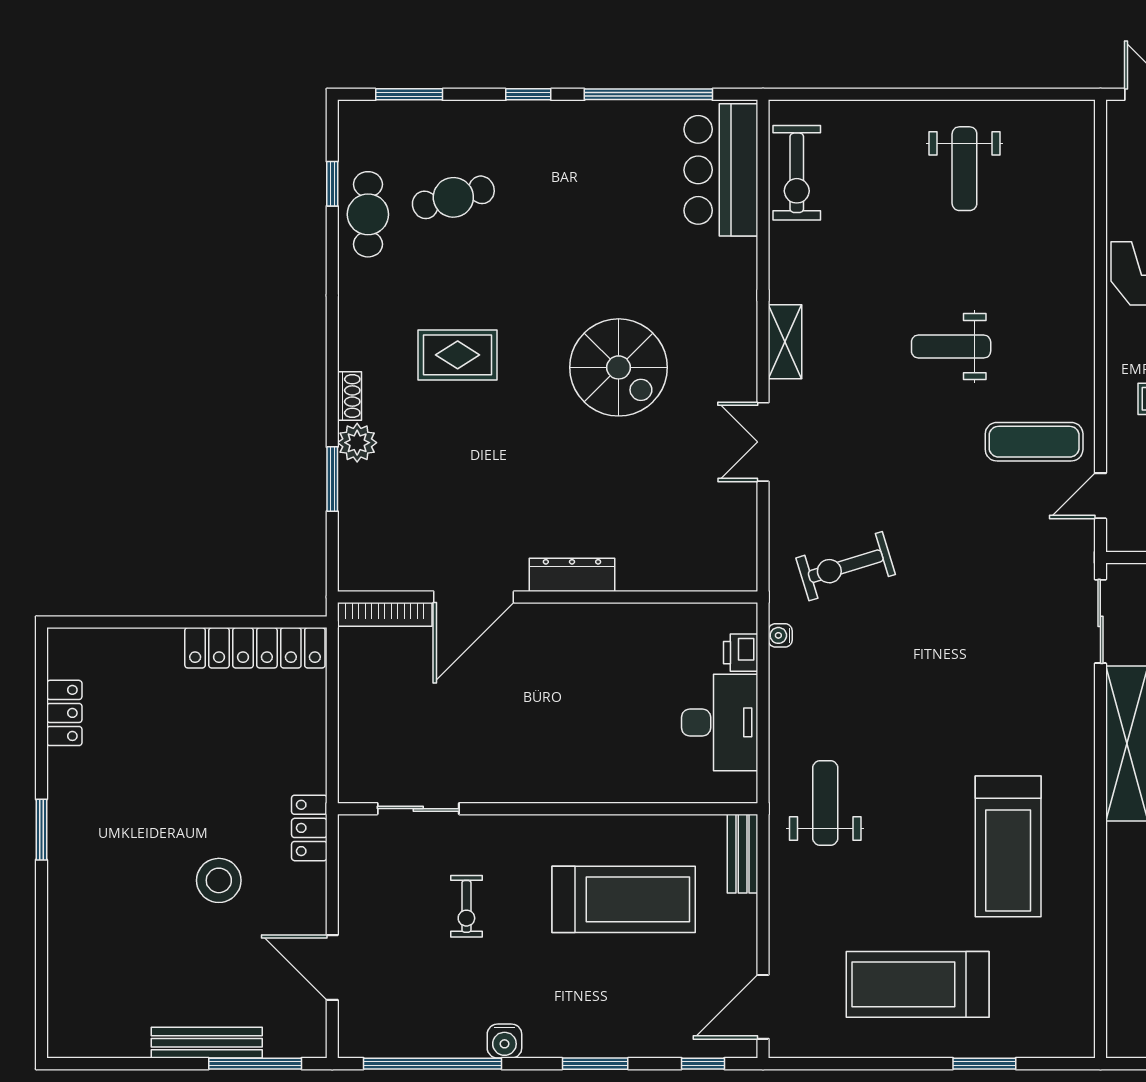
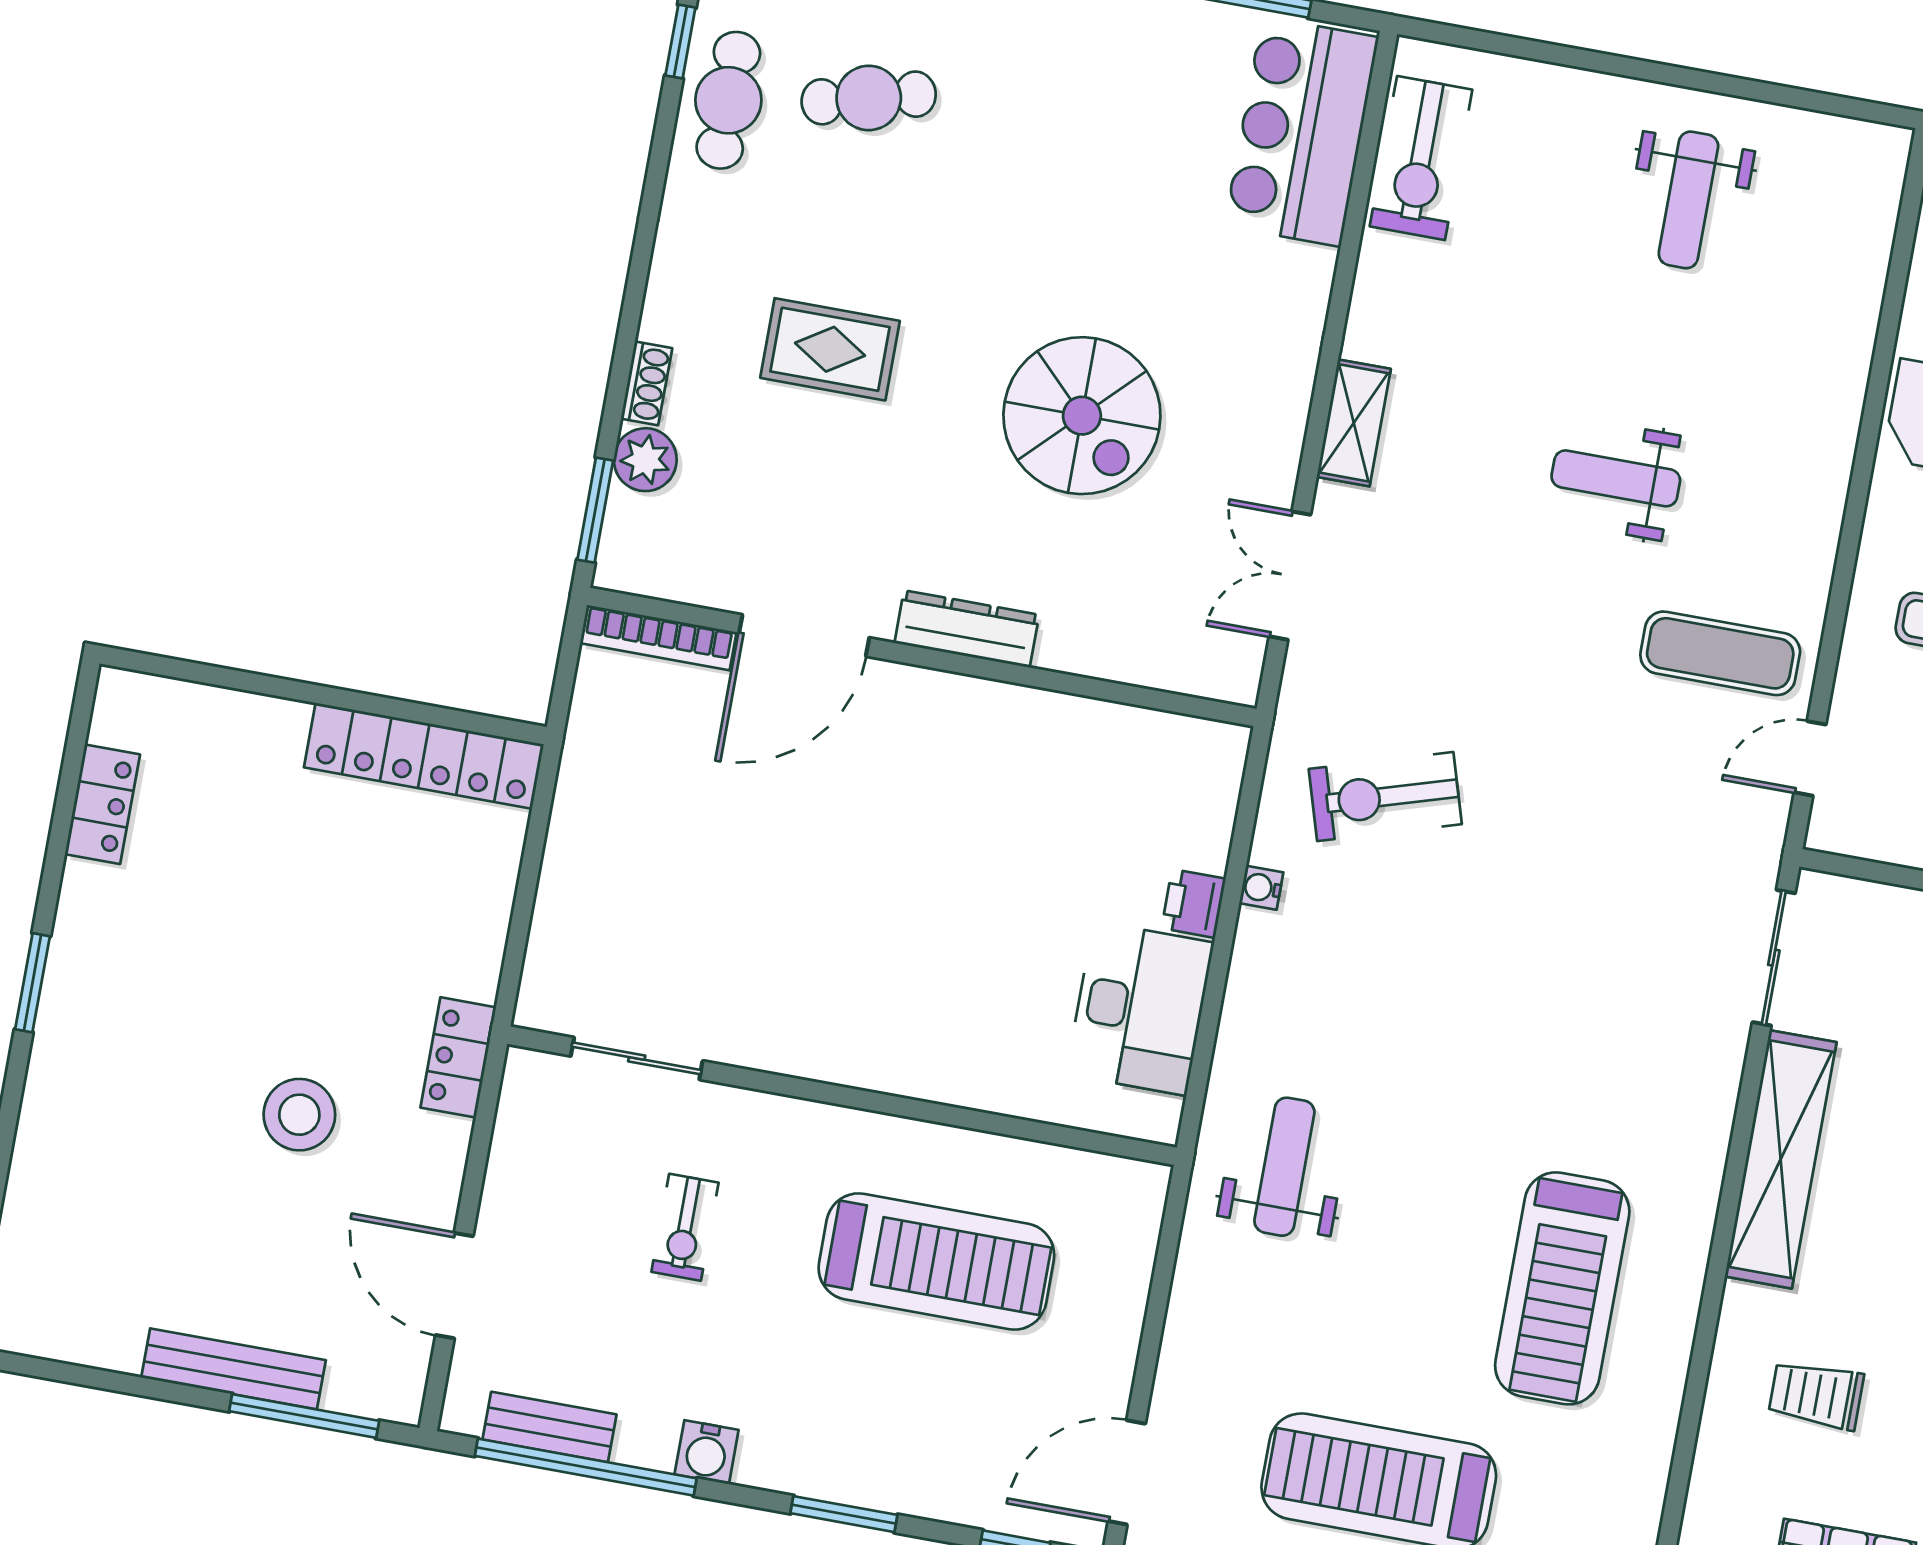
dresser: (572, 575) -> (967, 629), moved
door: (474, 597) -> (804, 636), moved
wall: (548, 597) -> (922, 657), moved
bookcase: (385, 614) -> (658, 638), moved
bench: (743, 854) -> (549, 1427), moved, turned 90

